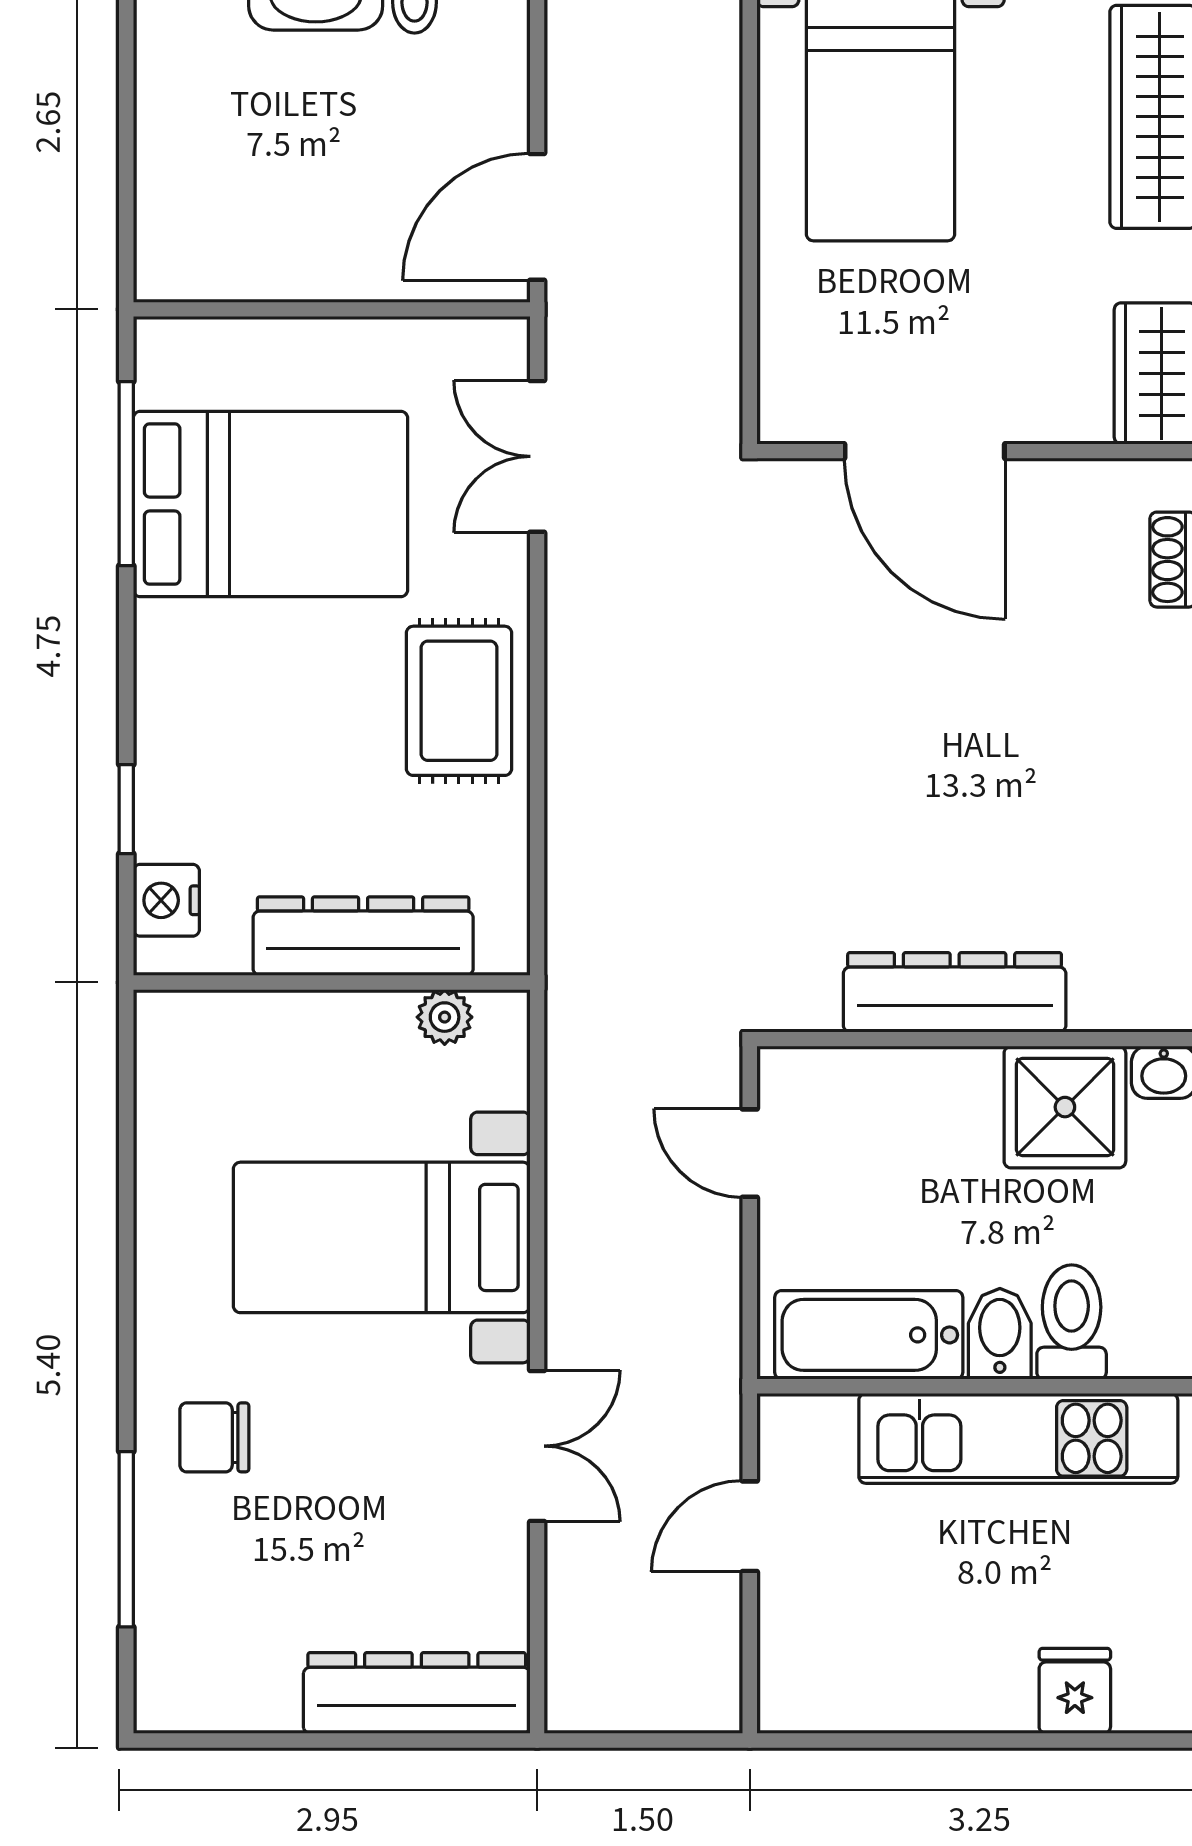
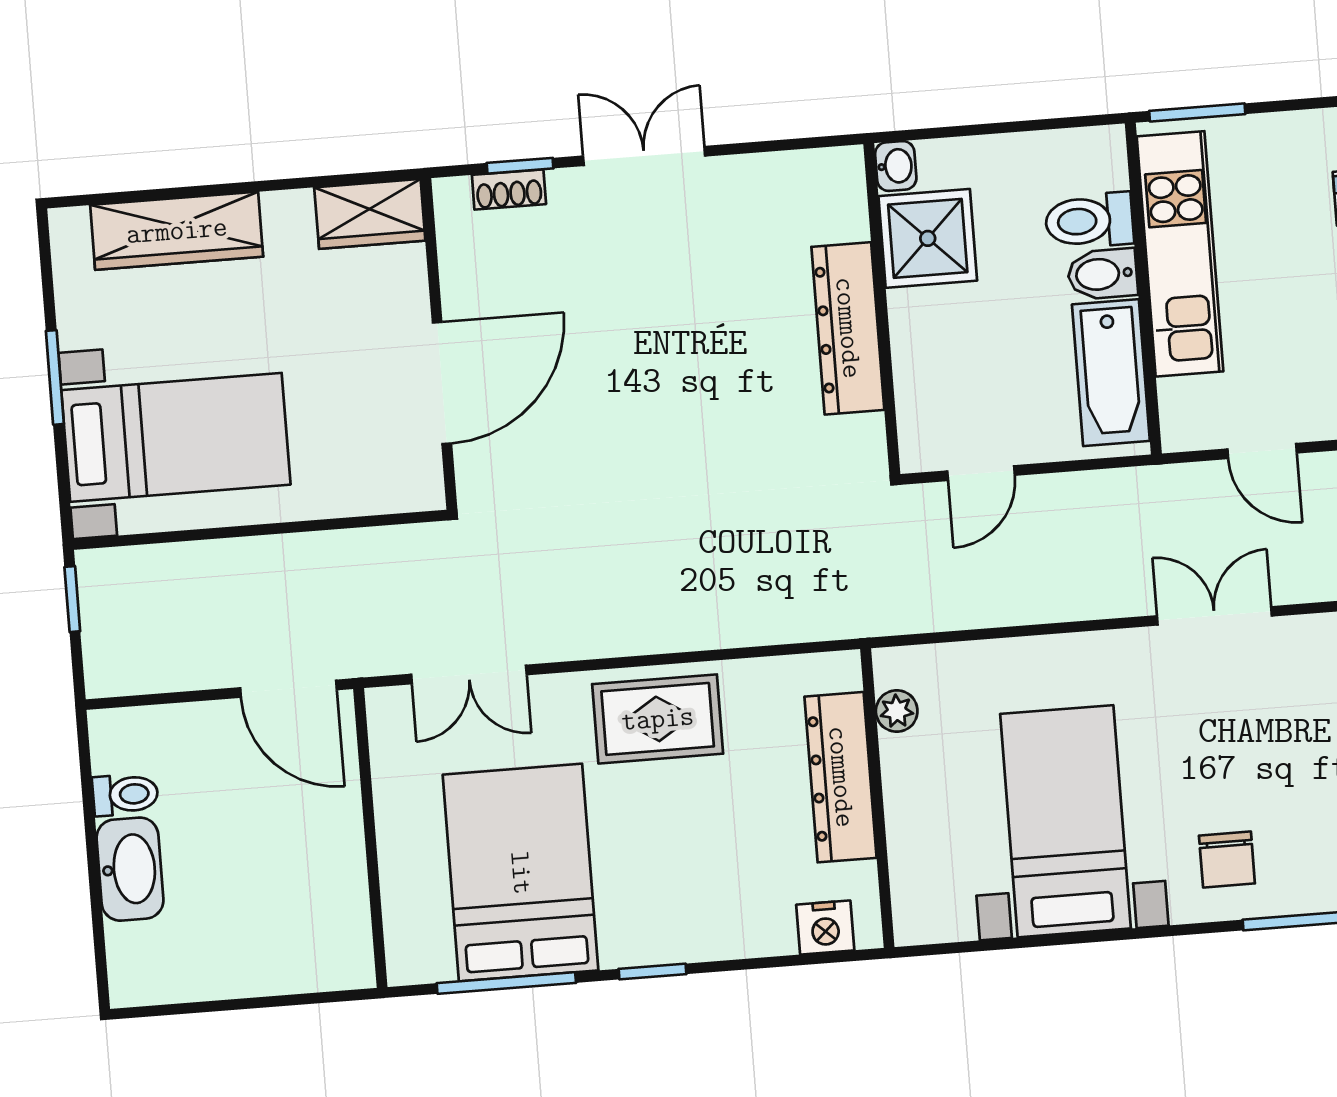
window: (126, 809) -> (652, 972), moved
bed with nightstands: (382, 1237) -> (1065, 821), moved, turned 180

